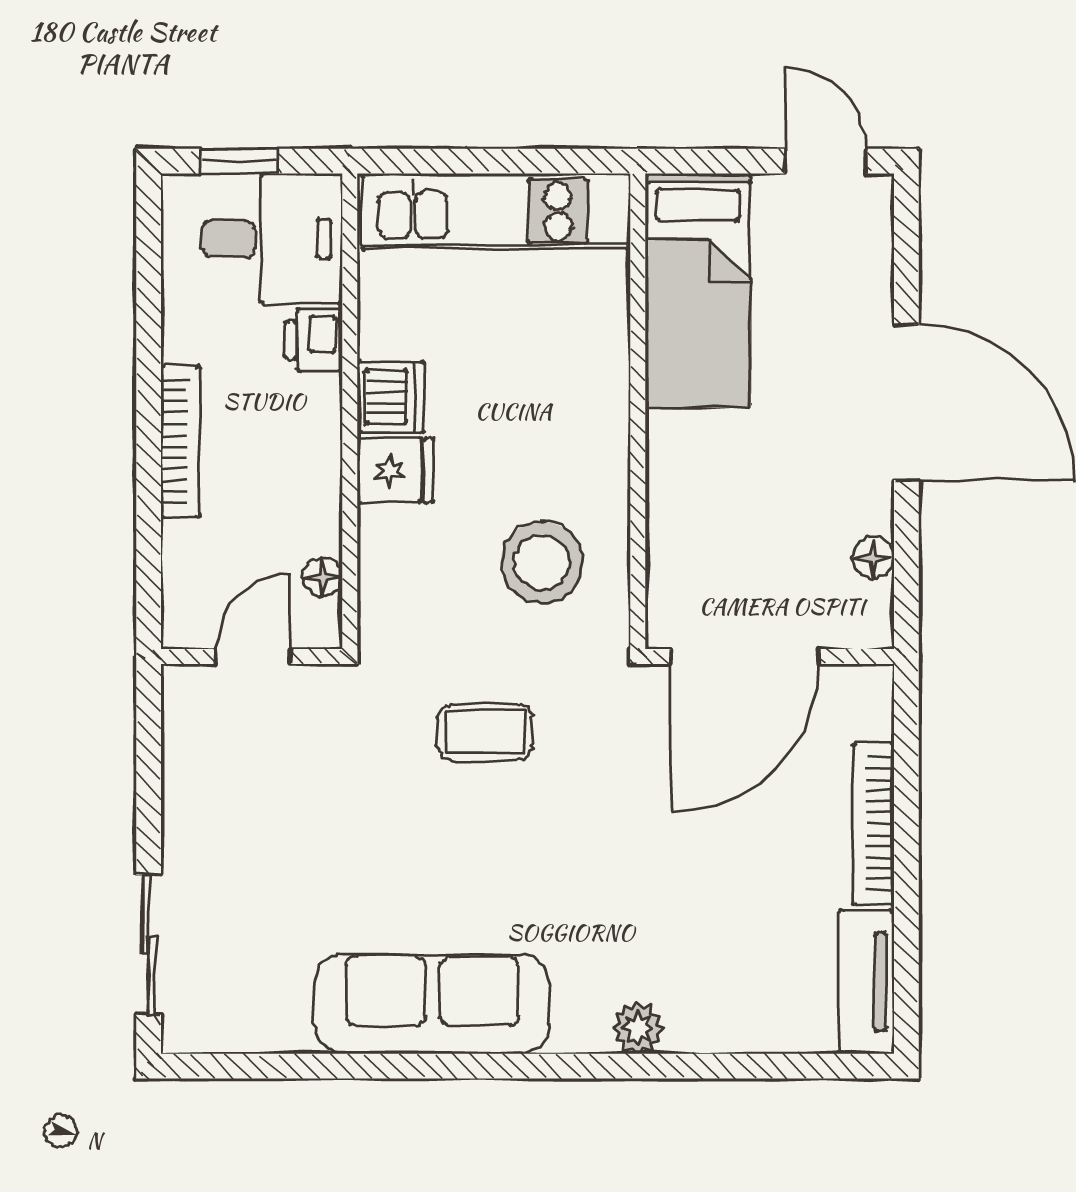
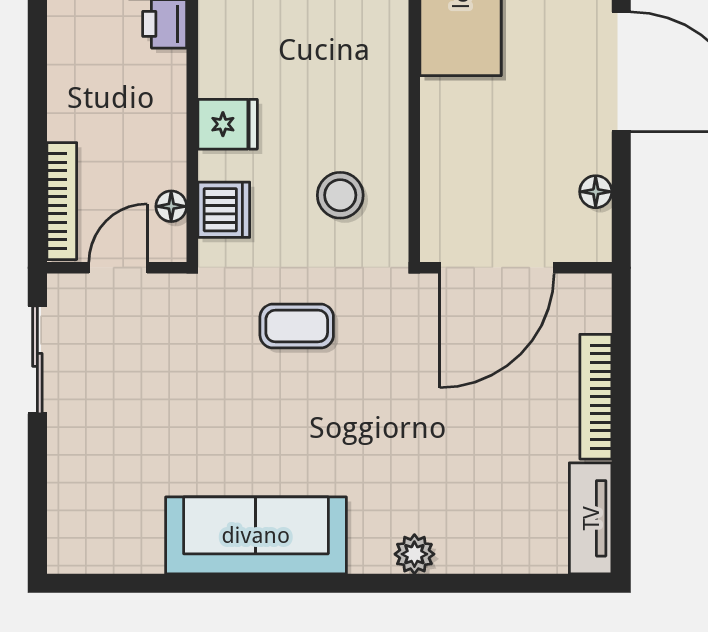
dishwasher: (391, 397) -> (224, 210), moved
bookcase: (180, 441) -> (62, 201), moved
stool: (542, 562) -> (340, 195), width x0.73, depth x0.73
sliding door: (149, 945) -> (37, 360), moved

